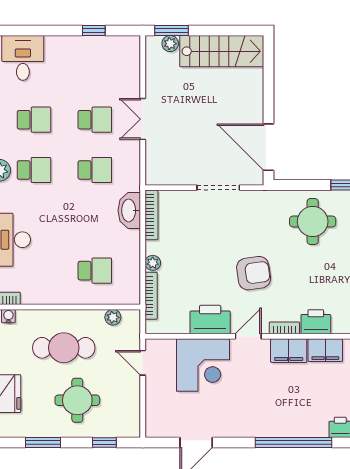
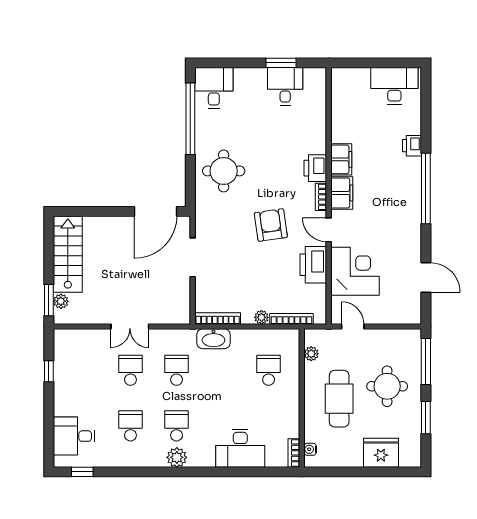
door: (143, 363) -> (353, 326), swing flipped
window: (104, 443) -> (426, 361), width x2.17

